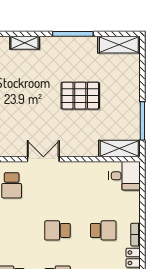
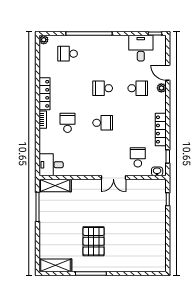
shelving: (25, 43) -> (128, 267), removed
pallet: (80, 96) -> (94, 241), moved, turned 90
school desk: (103, 230) -> (67, 123), turned 90

